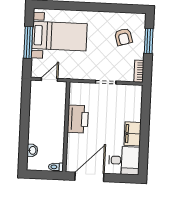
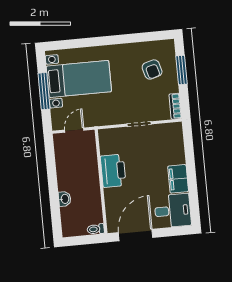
washbasin: (32, 150) -> (65, 199), moved

